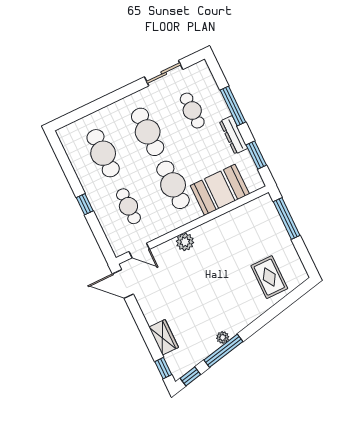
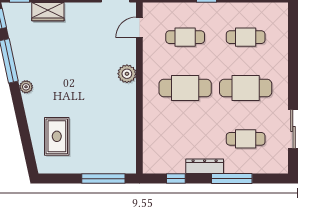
cafe table: (103, 153) -> (246, 37), width x0.73, depth x0.74
window: (256, 155) -> (176, 179), width x0.67
booth: (220, 190) -> (160, 129), removed
rug: (269, 277) -> (57, 136), turned 90
plant: (223, 337) -> (26, 87), moved

